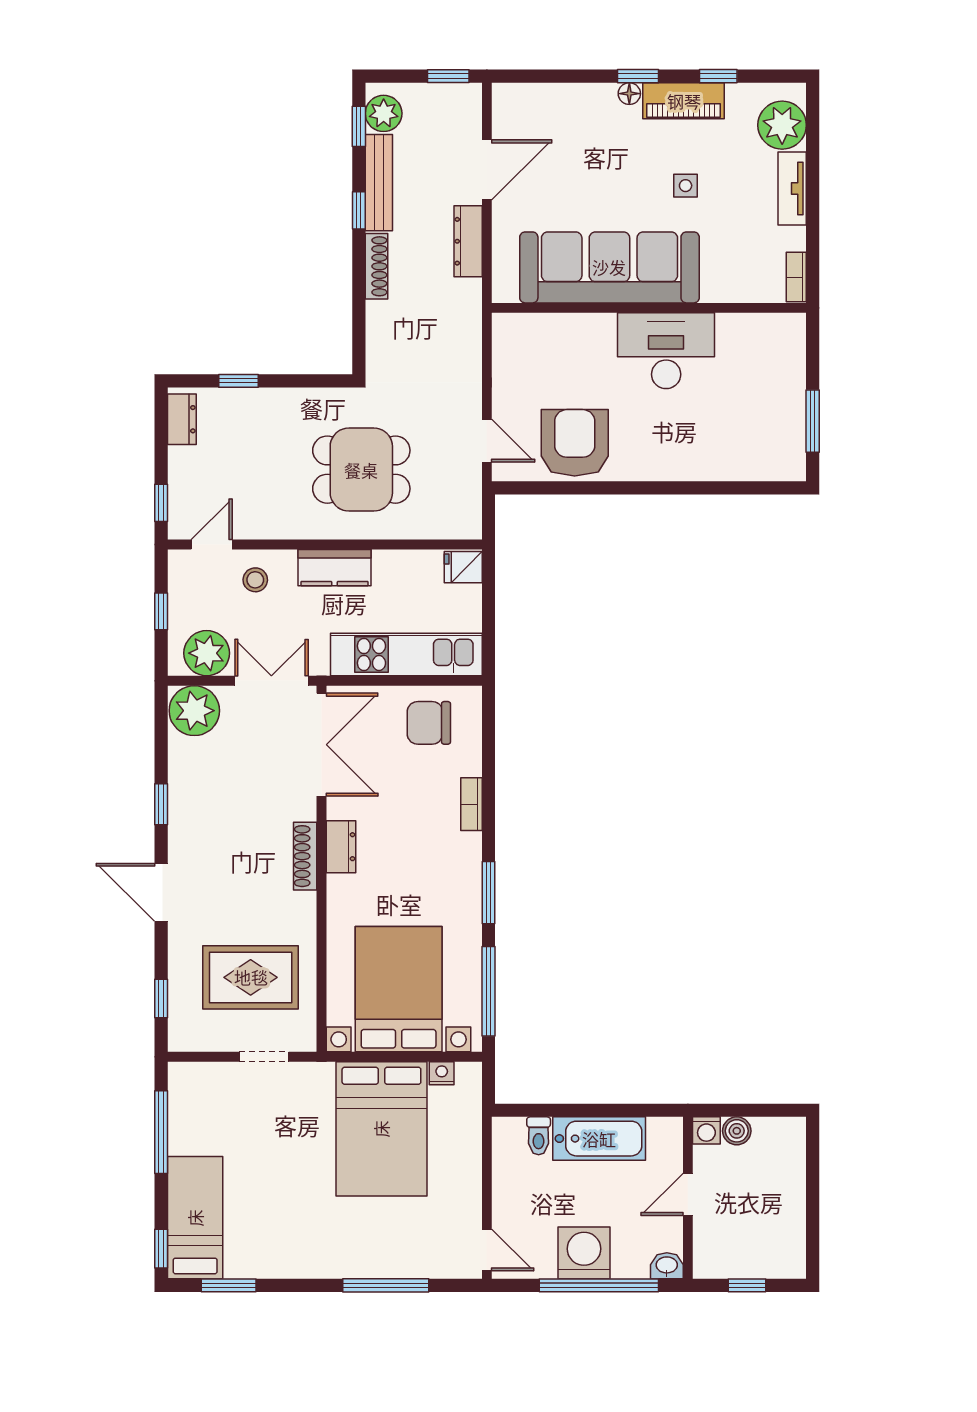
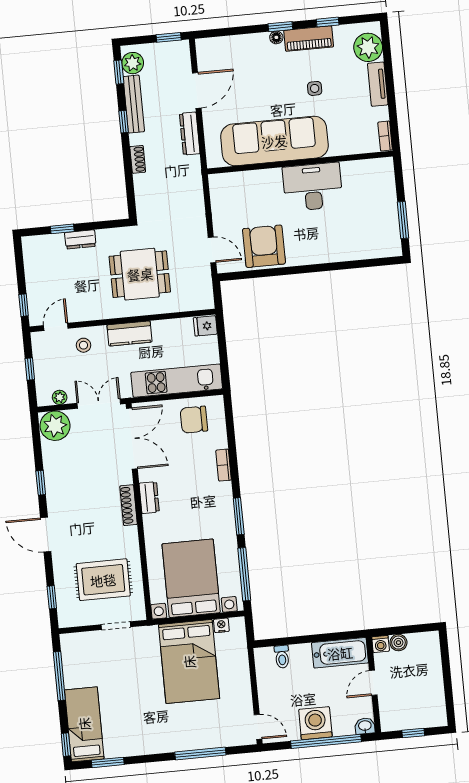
shoe rack: (376, 266) -> (138, 159), width x0.70
dresser: (182, 419) -> (80, 239), moved, turned 90
plant: (207, 653) -> (60, 397), width x0.53, depth x0.53
bathtub: (599, 1139) -> (340, 653), moved

